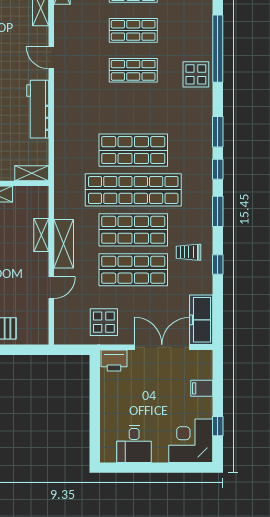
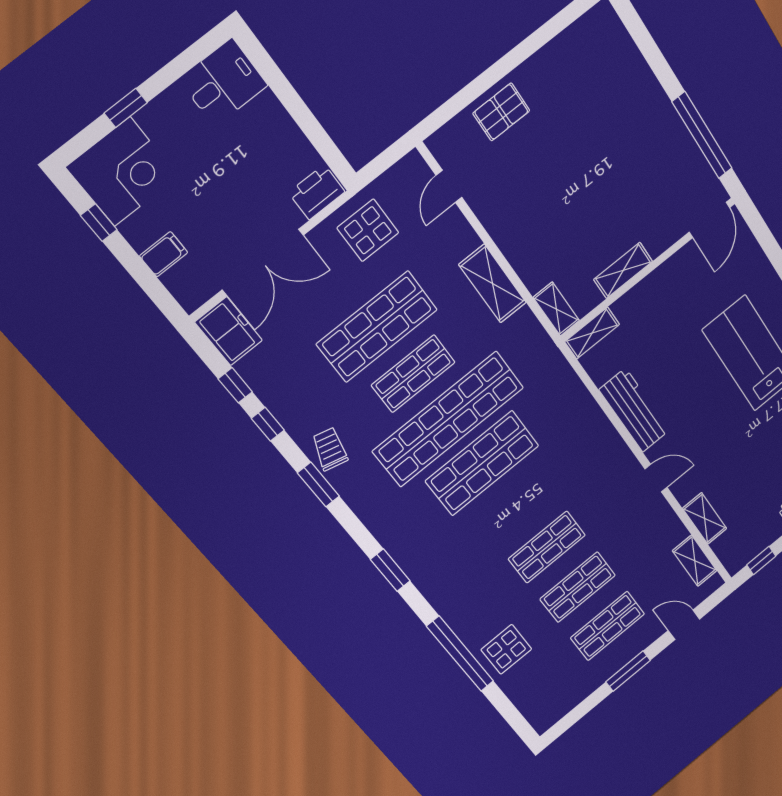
display table: (196, 74) -> (506, 649), moved
window: (218, 169) -> (235, 385), moved
shop shelf: (133, 230) -> (413, 374), width x0.70, depth x0.74
shelving: (41, 235) -> (556, 309), moved
trolley: (189, 252) -> (330, 449), moved, turned -74
door: (51, 288) -> (449, 186), moved
freezer: (201, 320) -> (229, 331), width x0.71
desk: (134, 444) -> (223, 82), moved, turned 90
window: (168, 468) -> (126, 108), added

